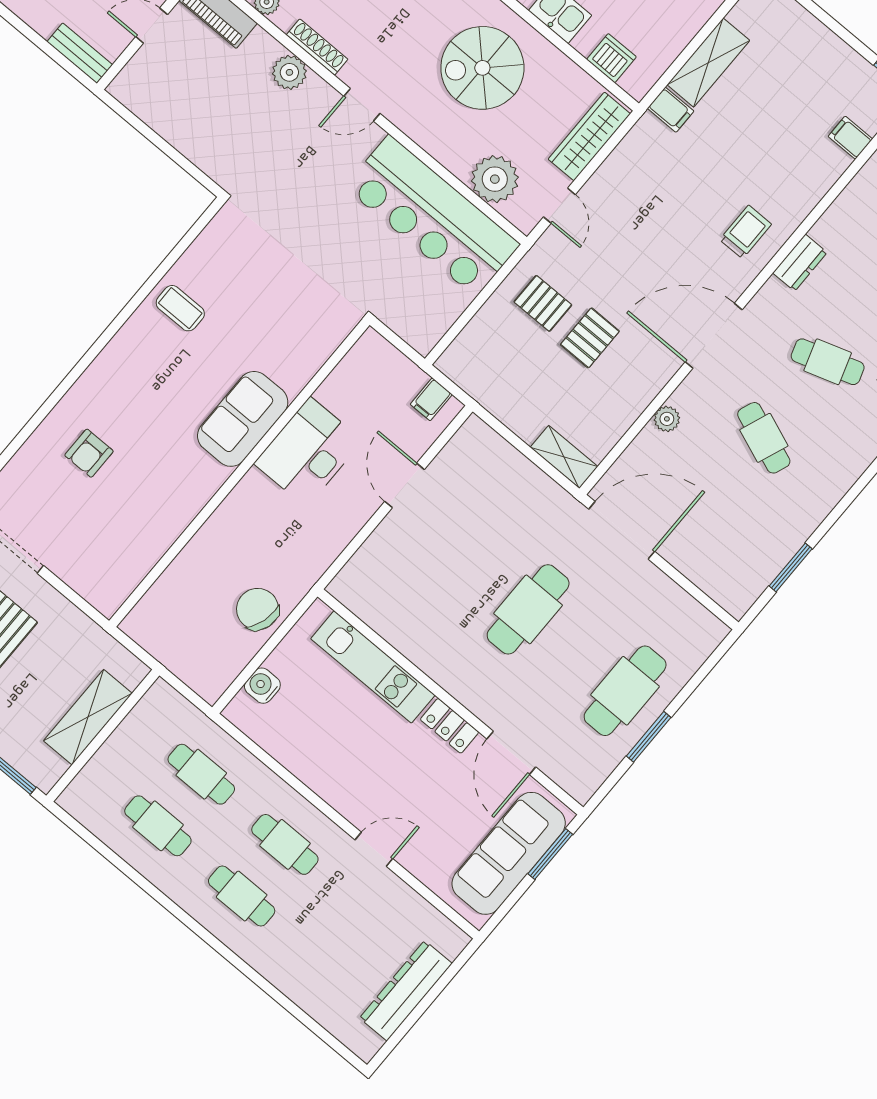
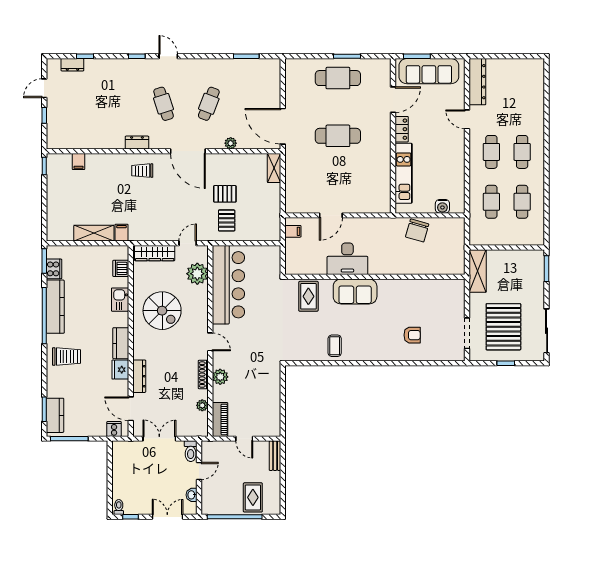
rug: (300, 334) -> (308, 296), added
shelving: (88, 717) -> (478, 271), moved, turned 90
dresser: (406, 991) -> (477, 82), moved, turned -90

